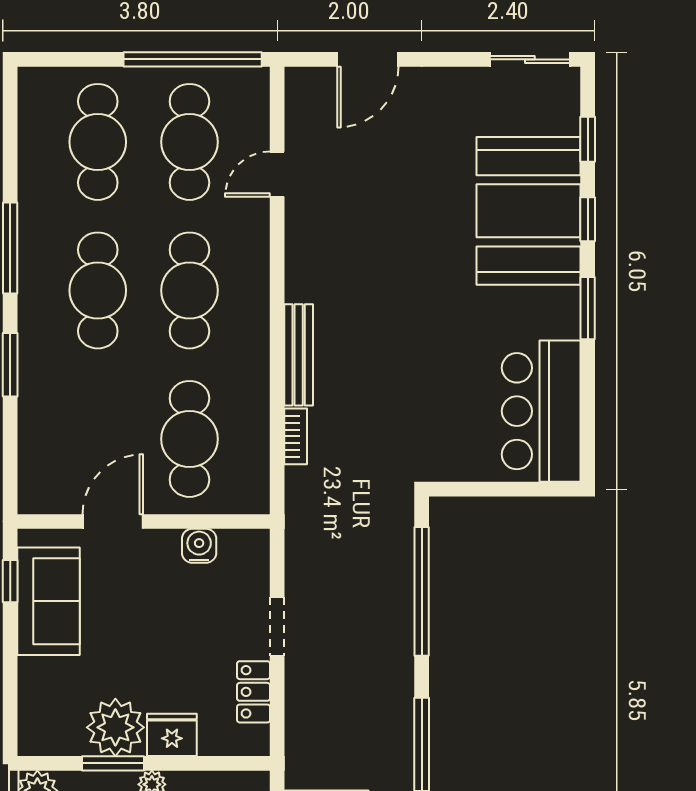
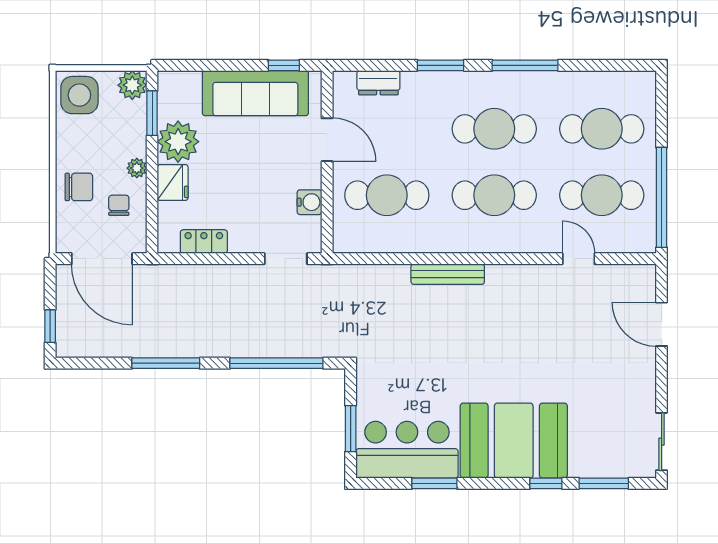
window: (588, 139) -> (604, 483), width x1.50
booth: (529, 211) -> (514, 441), moved
window: (588, 308) -> (434, 483), moved
bookcase: (296, 436) -> (389, 272), removed
dresser: (34, 451) -> (378, 83), added
window: (512, 489) -> (351, 429), added
sofa: (48, 601) -> (255, 93), width x1.36
doorway: (277, 627) -> (286, 259), moved
window: (113, 763) -> (152, 113), moved

